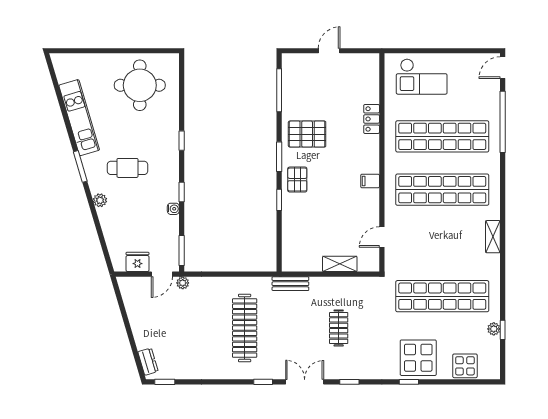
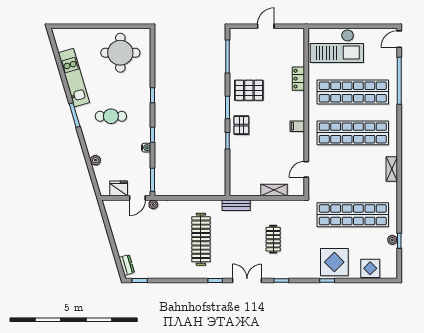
checkout: (422, 77) -> (337, 46), width x1.36, depth x1.21
plant: (100, 200) -> (95, 160), moved

